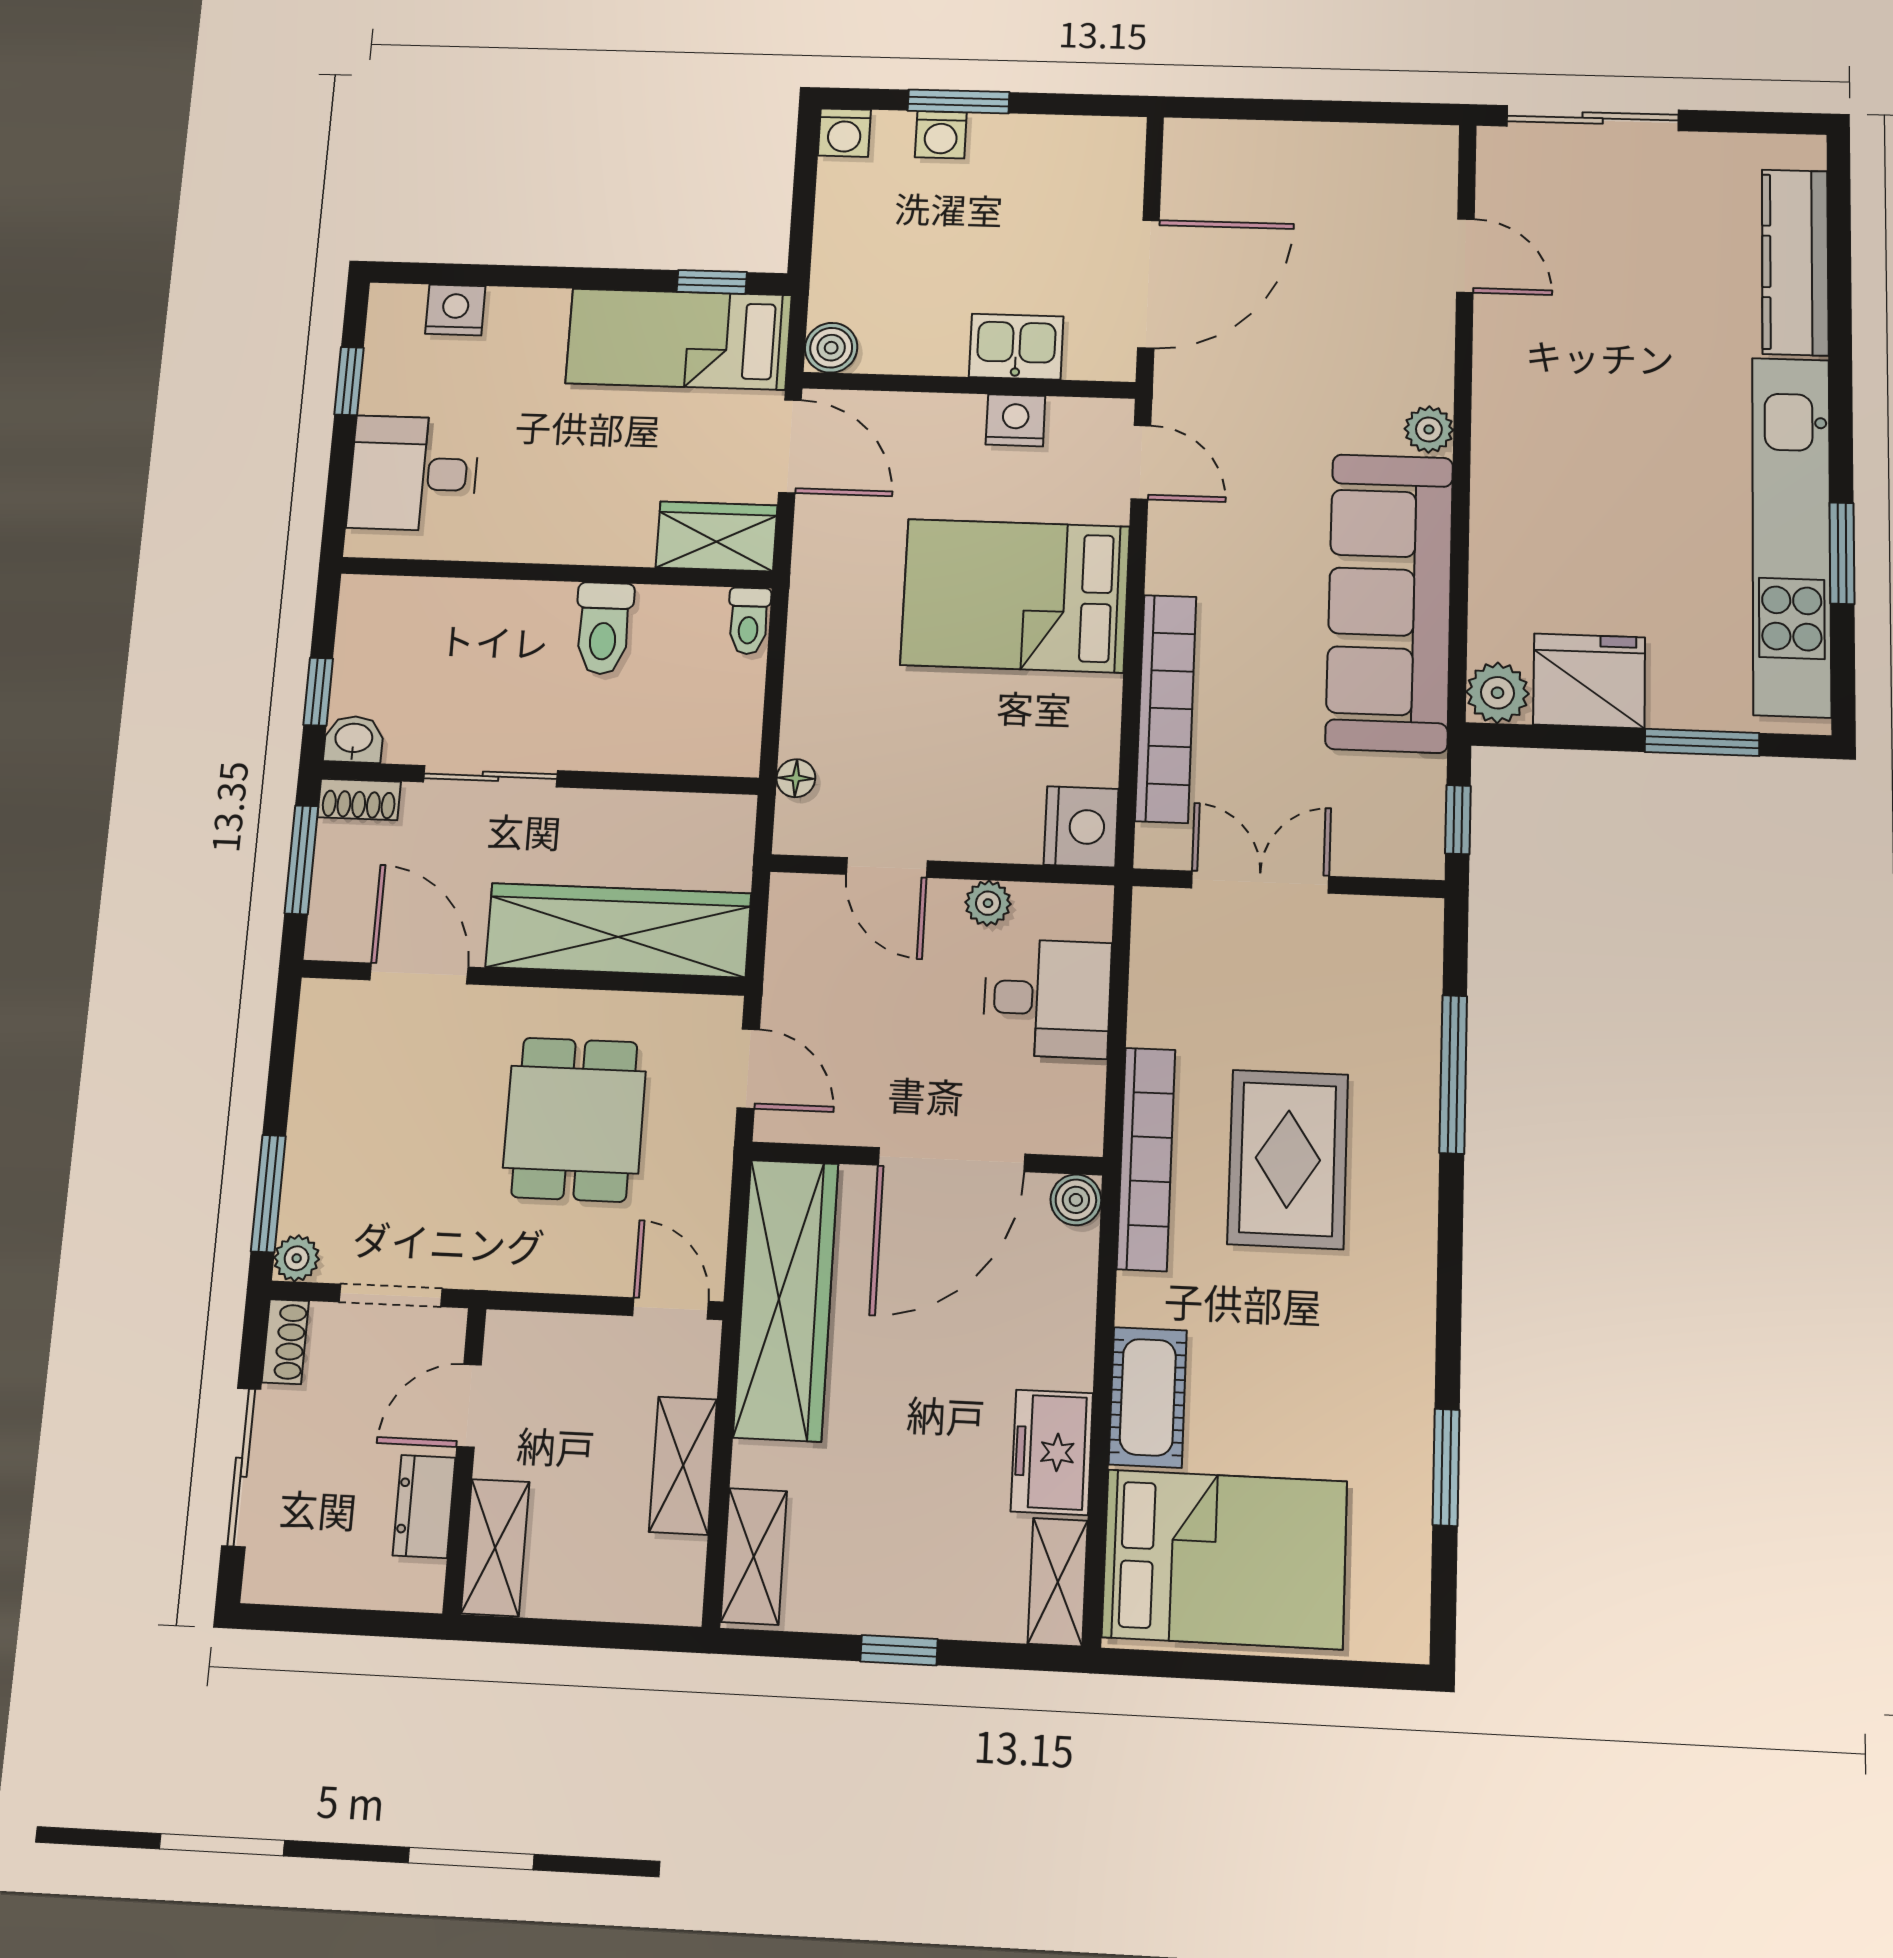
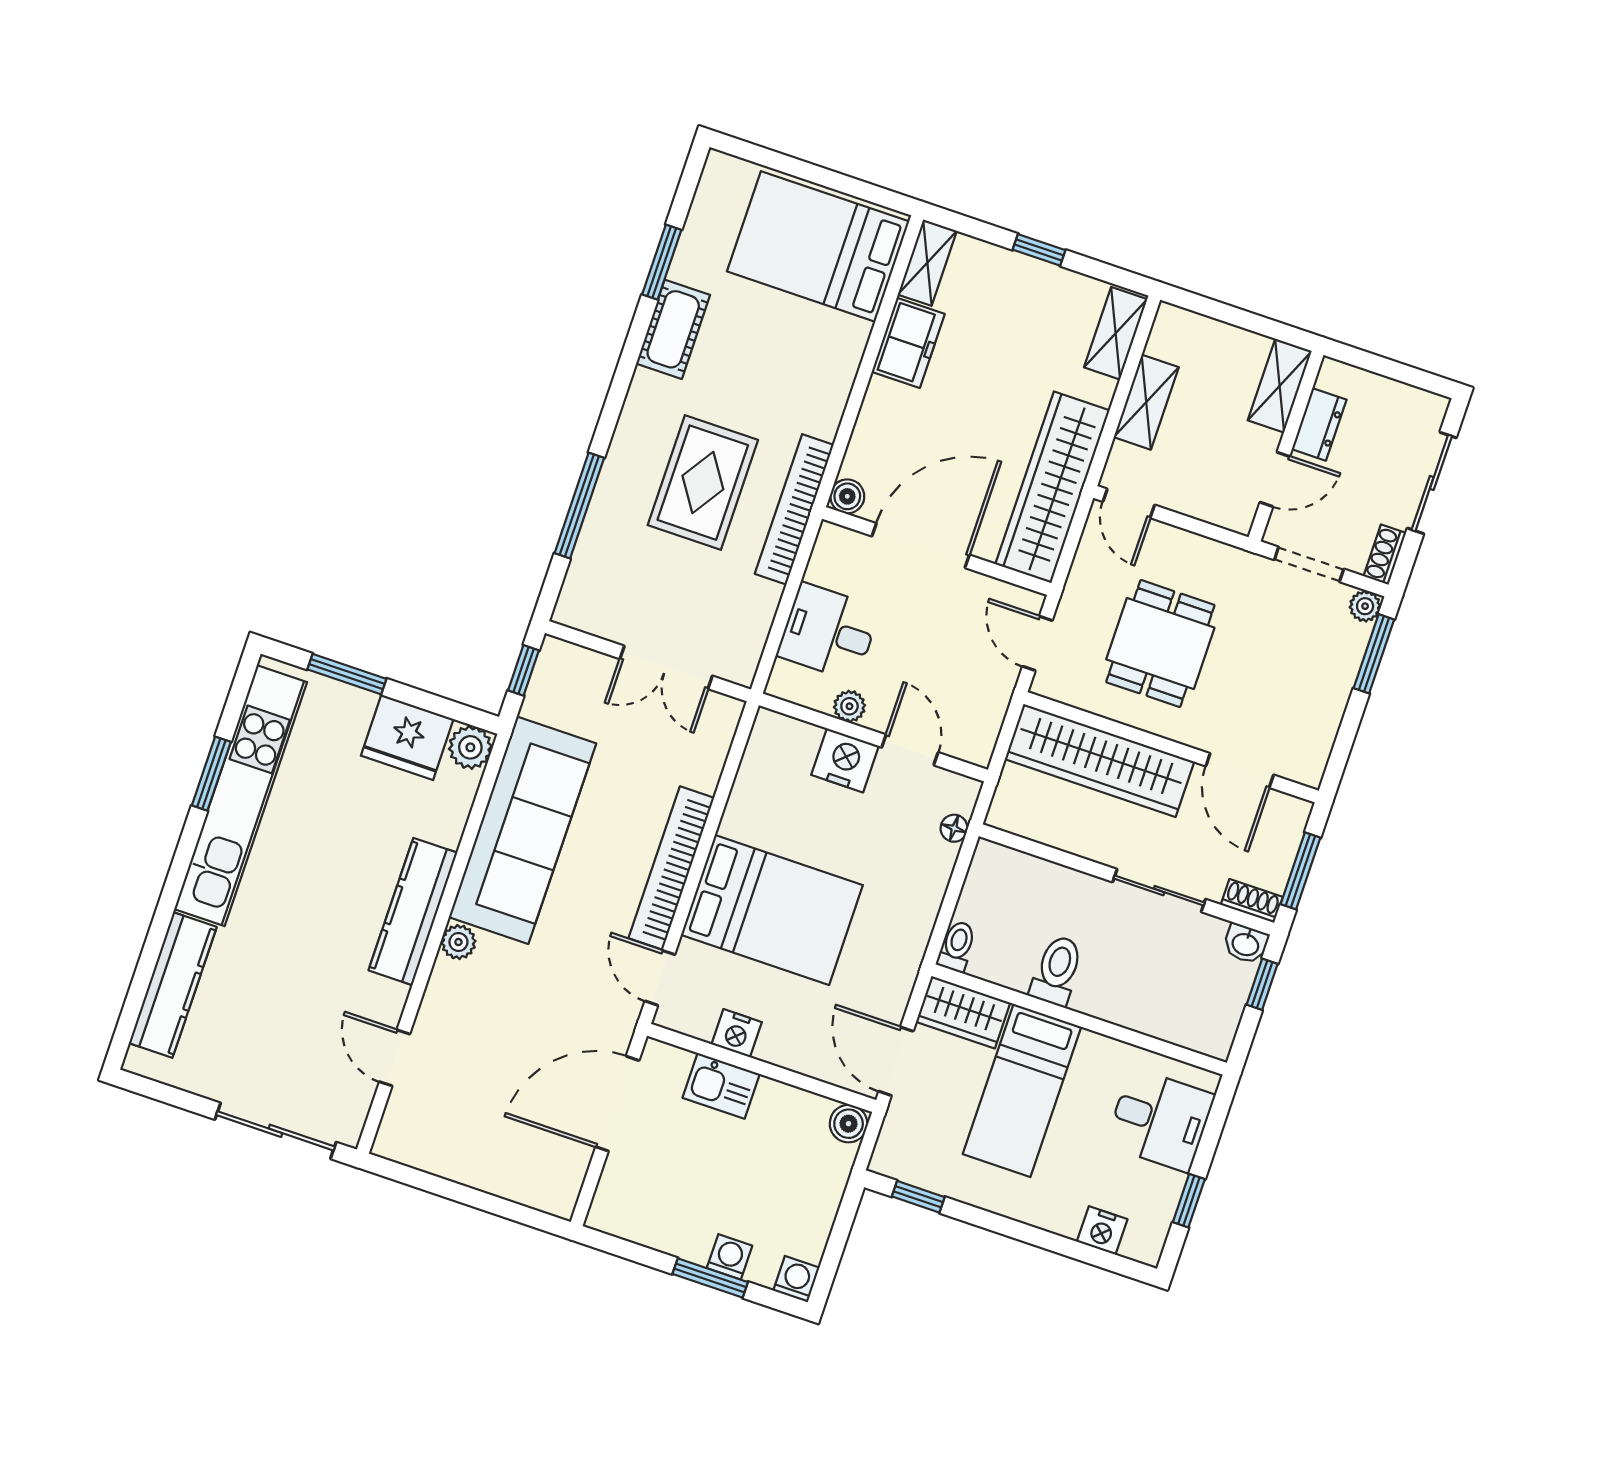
bed: (679, 339) -> (1022, 1090), moved, turned 90
kitchen counter: (1504, 451) -> (413, 912), added
bookcase: (1166, 708) -> (671, 868), moved
nightstand: (1081, 827) -> (845, 760), moved, turned 90
cot: (1148, 1397) -> (673, 329), moved

